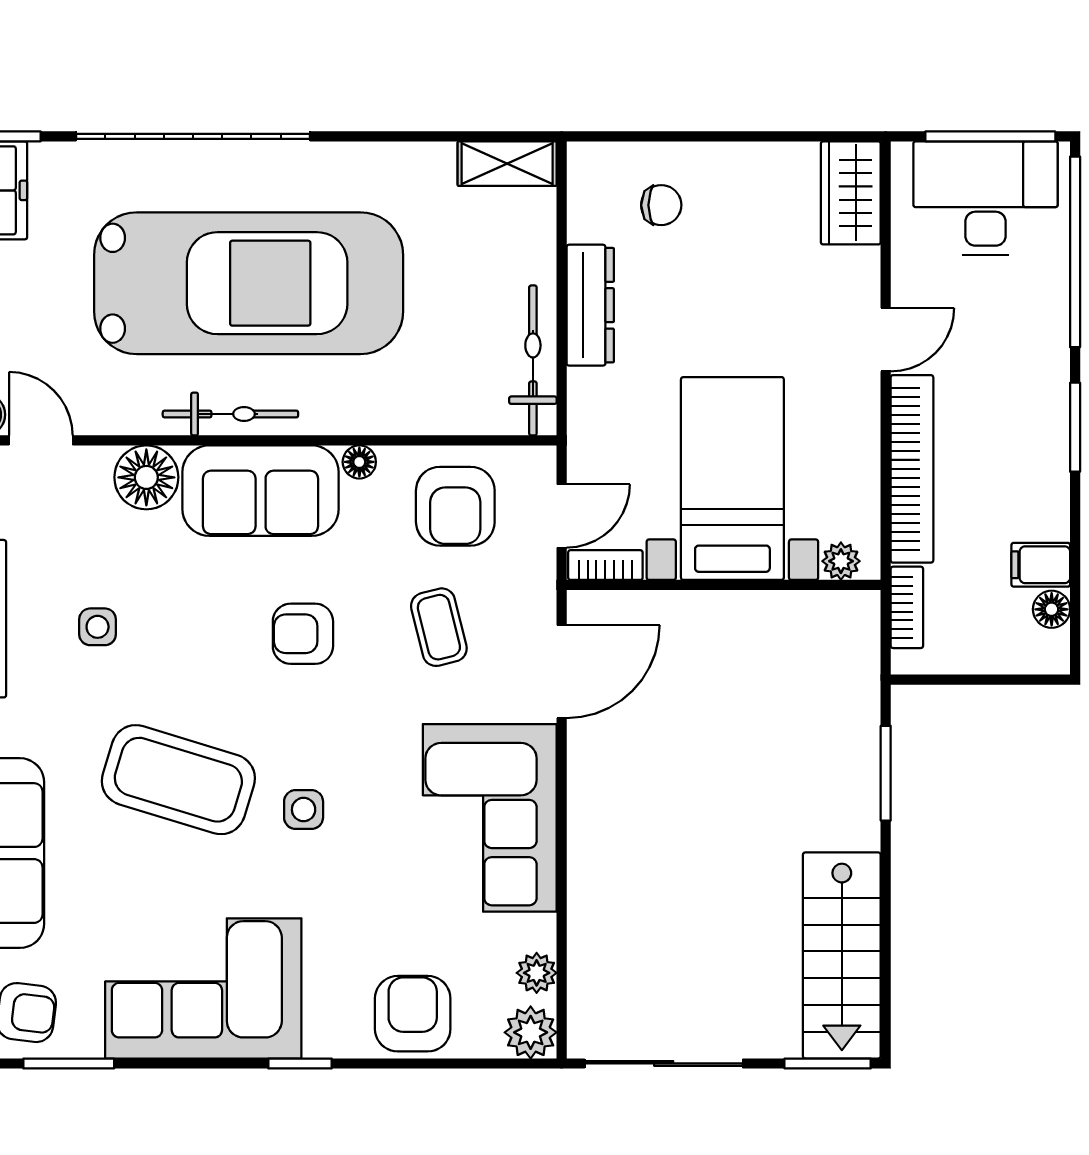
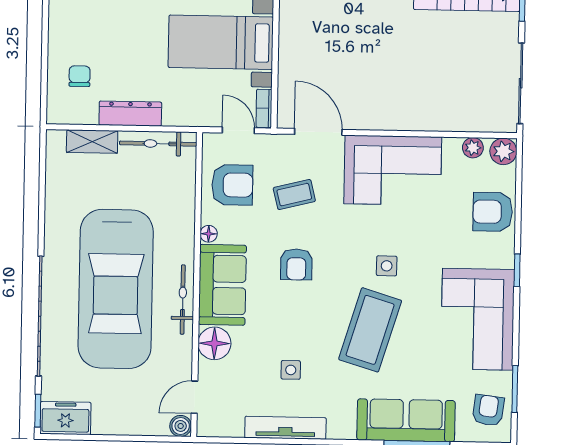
shelving: (507, 164) -> (92, 142), moved, turned 90
car: (249, 283) -> (116, 289), turned 180

